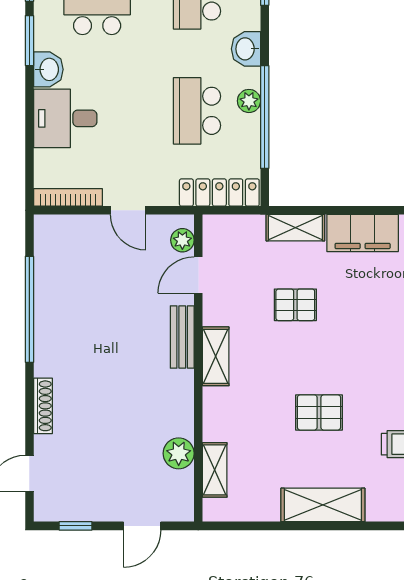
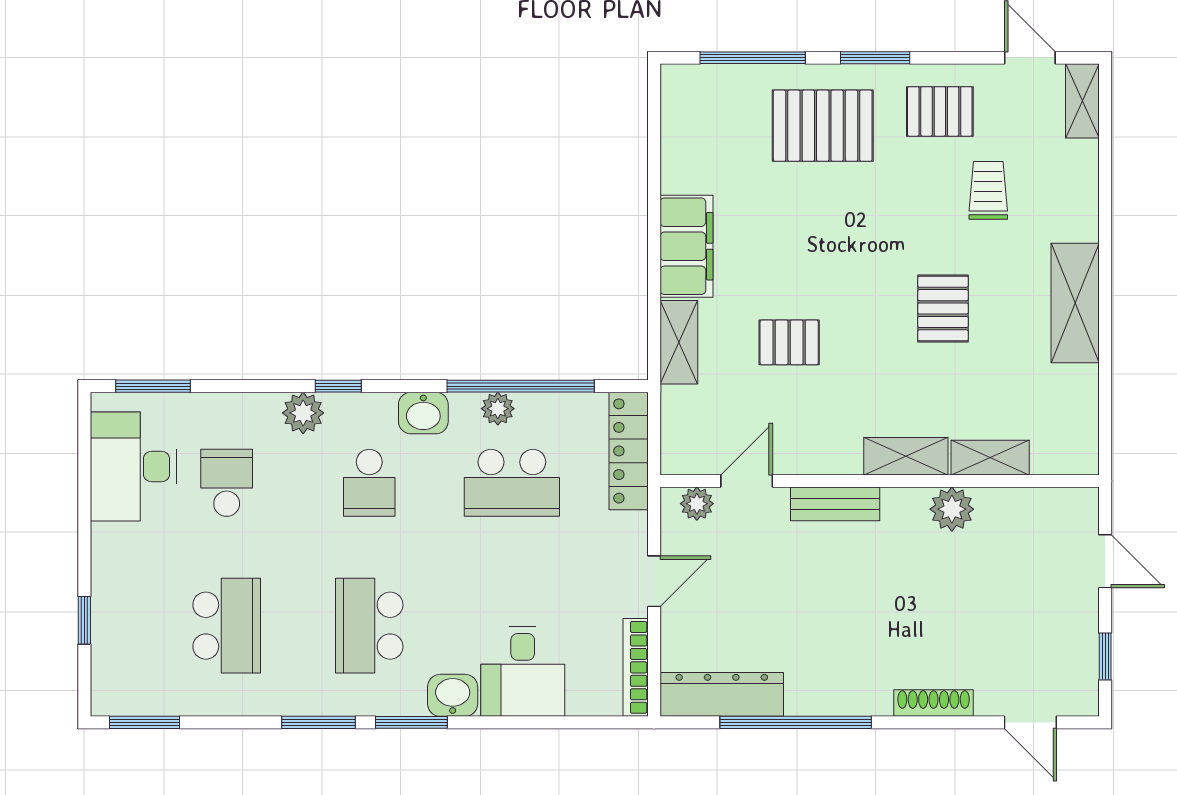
dresser: (49, 258) -> (722, 694), added
door: (198, 275) -> (747, 481), swing flipped
pallet: (295, 305) -> (789, 342), turned 90
shelving: (216, 356) -> (906, 456), moved
plant: (179, 453) -> (952, 509), moved
shelving: (215, 470) -> (990, 458), moved

